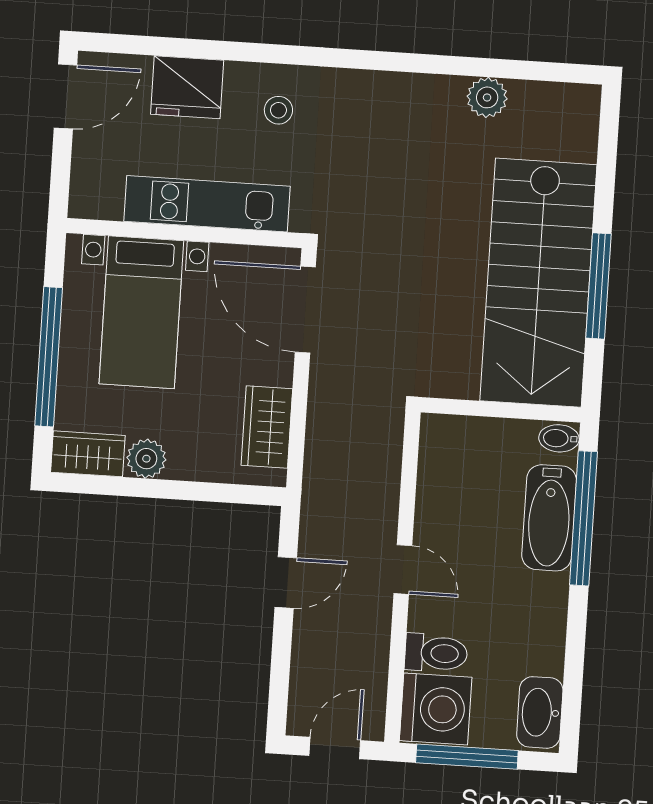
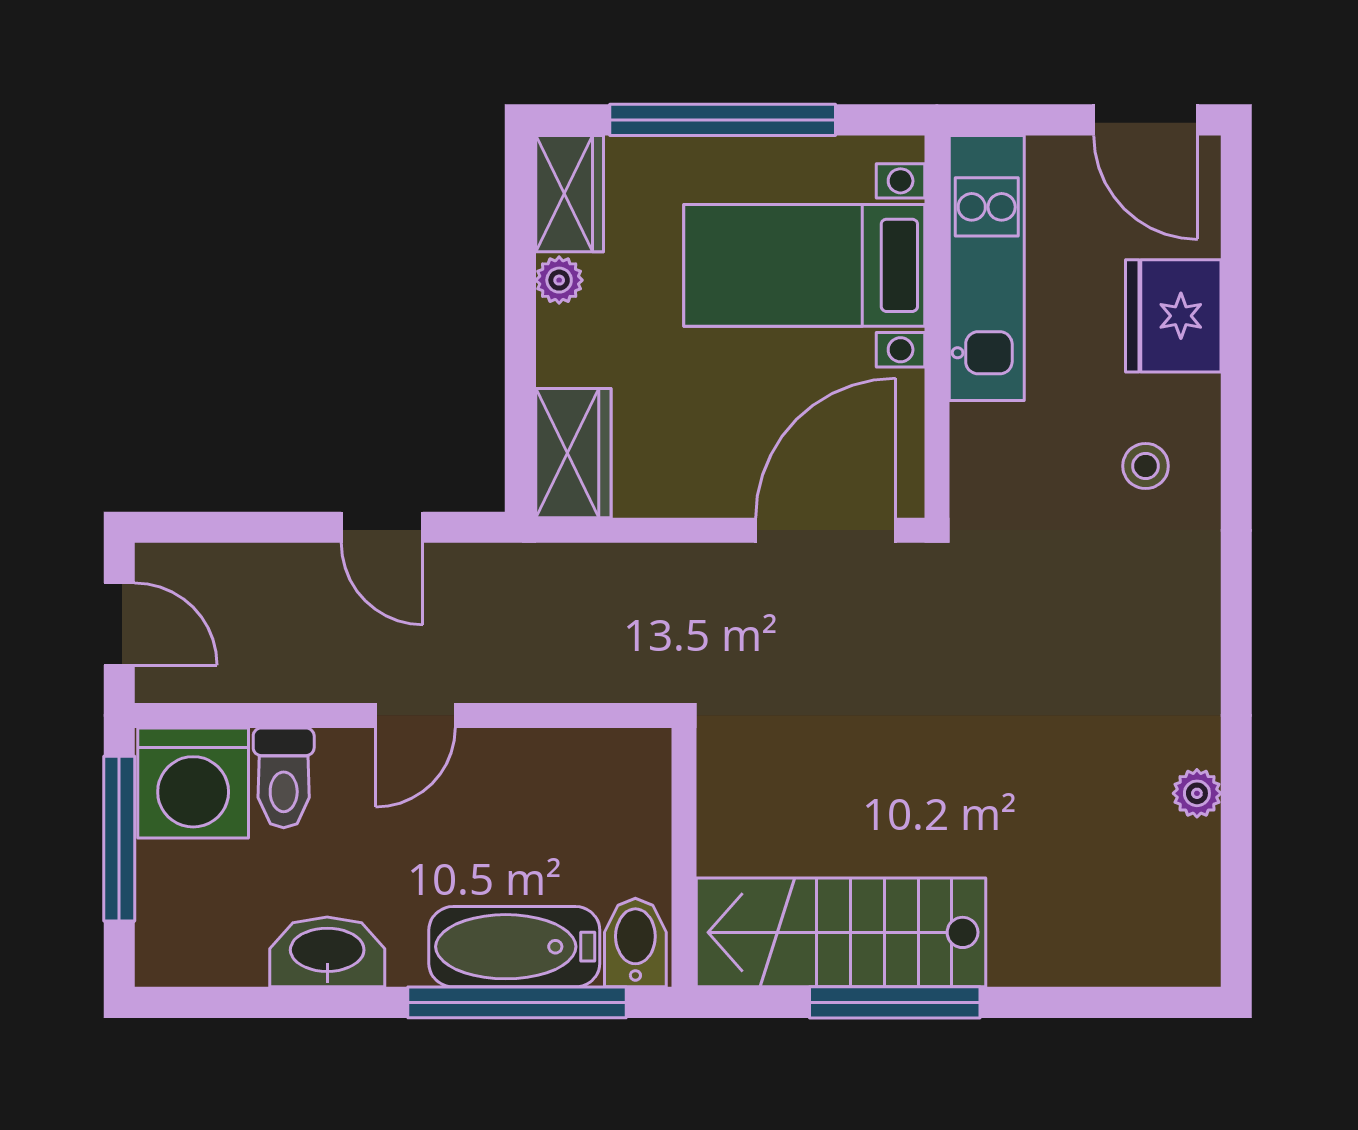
plant: (487, 97) -> (1197, 793), width x0.73, depth x0.73
kitchen unit: (207, 204) -> (987, 268), moved
stairs: (538, 283) -> (841, 932), width x0.73, depth x0.66
wardrobe: (267, 427) -> (573, 453), moved, turned 90
bidet: (559, 438) -> (635, 943), width x1.38, depth x1.36
plant: (146, 459) -> (559, 280), width x0.73, depth x0.73
washbasin: (540, 712) -> (327, 952), moved

